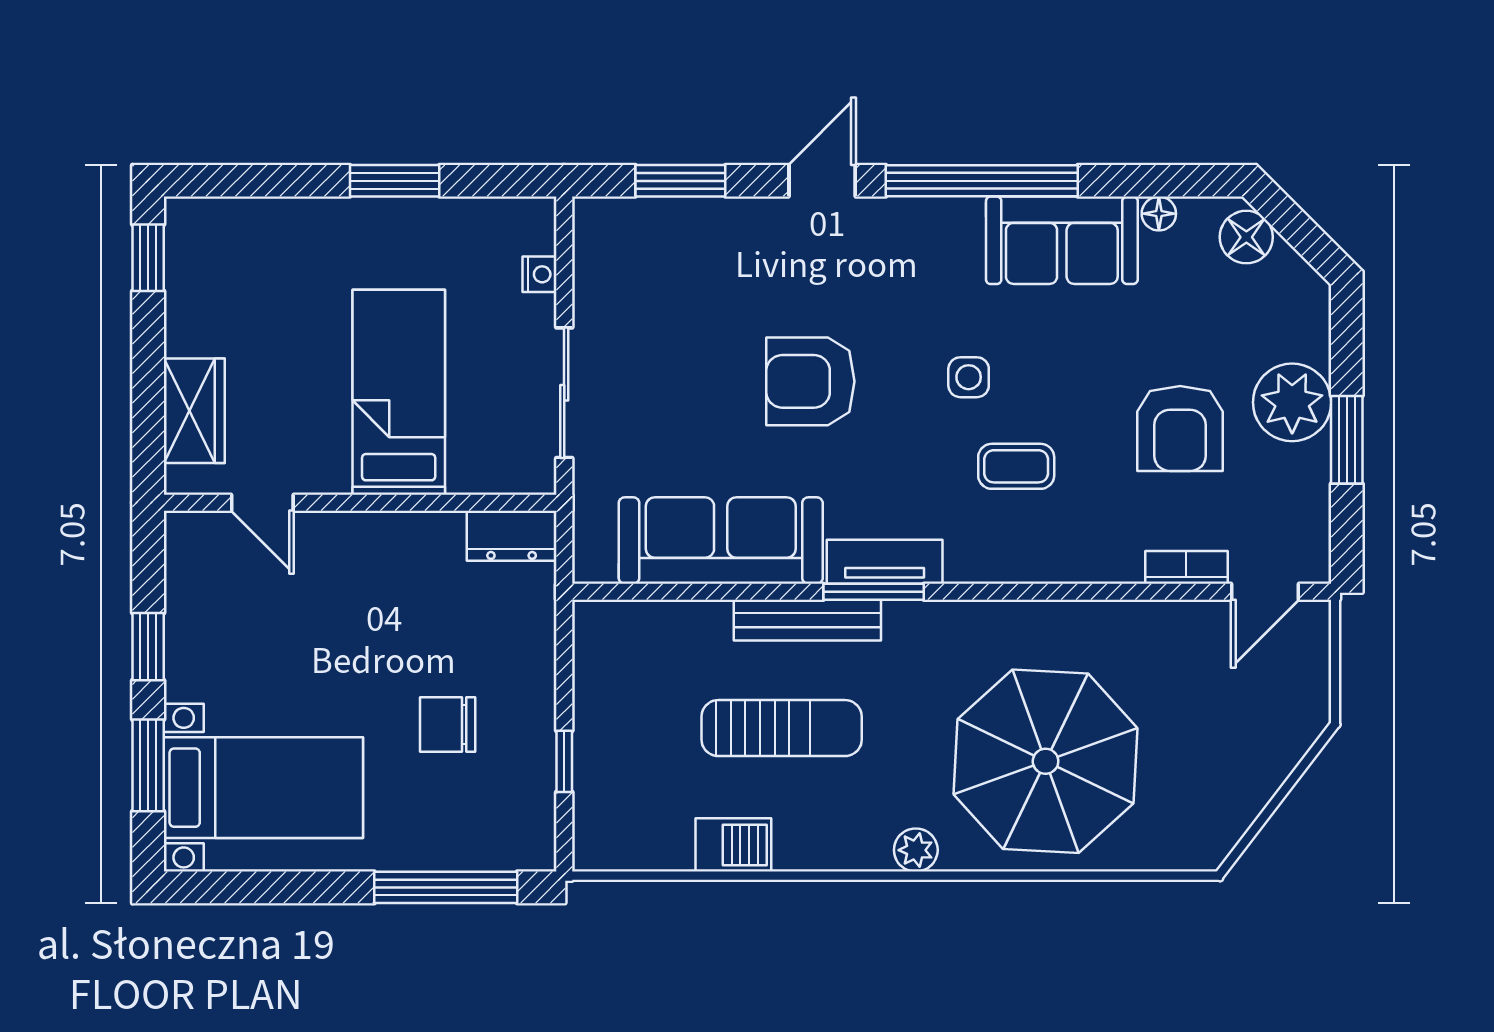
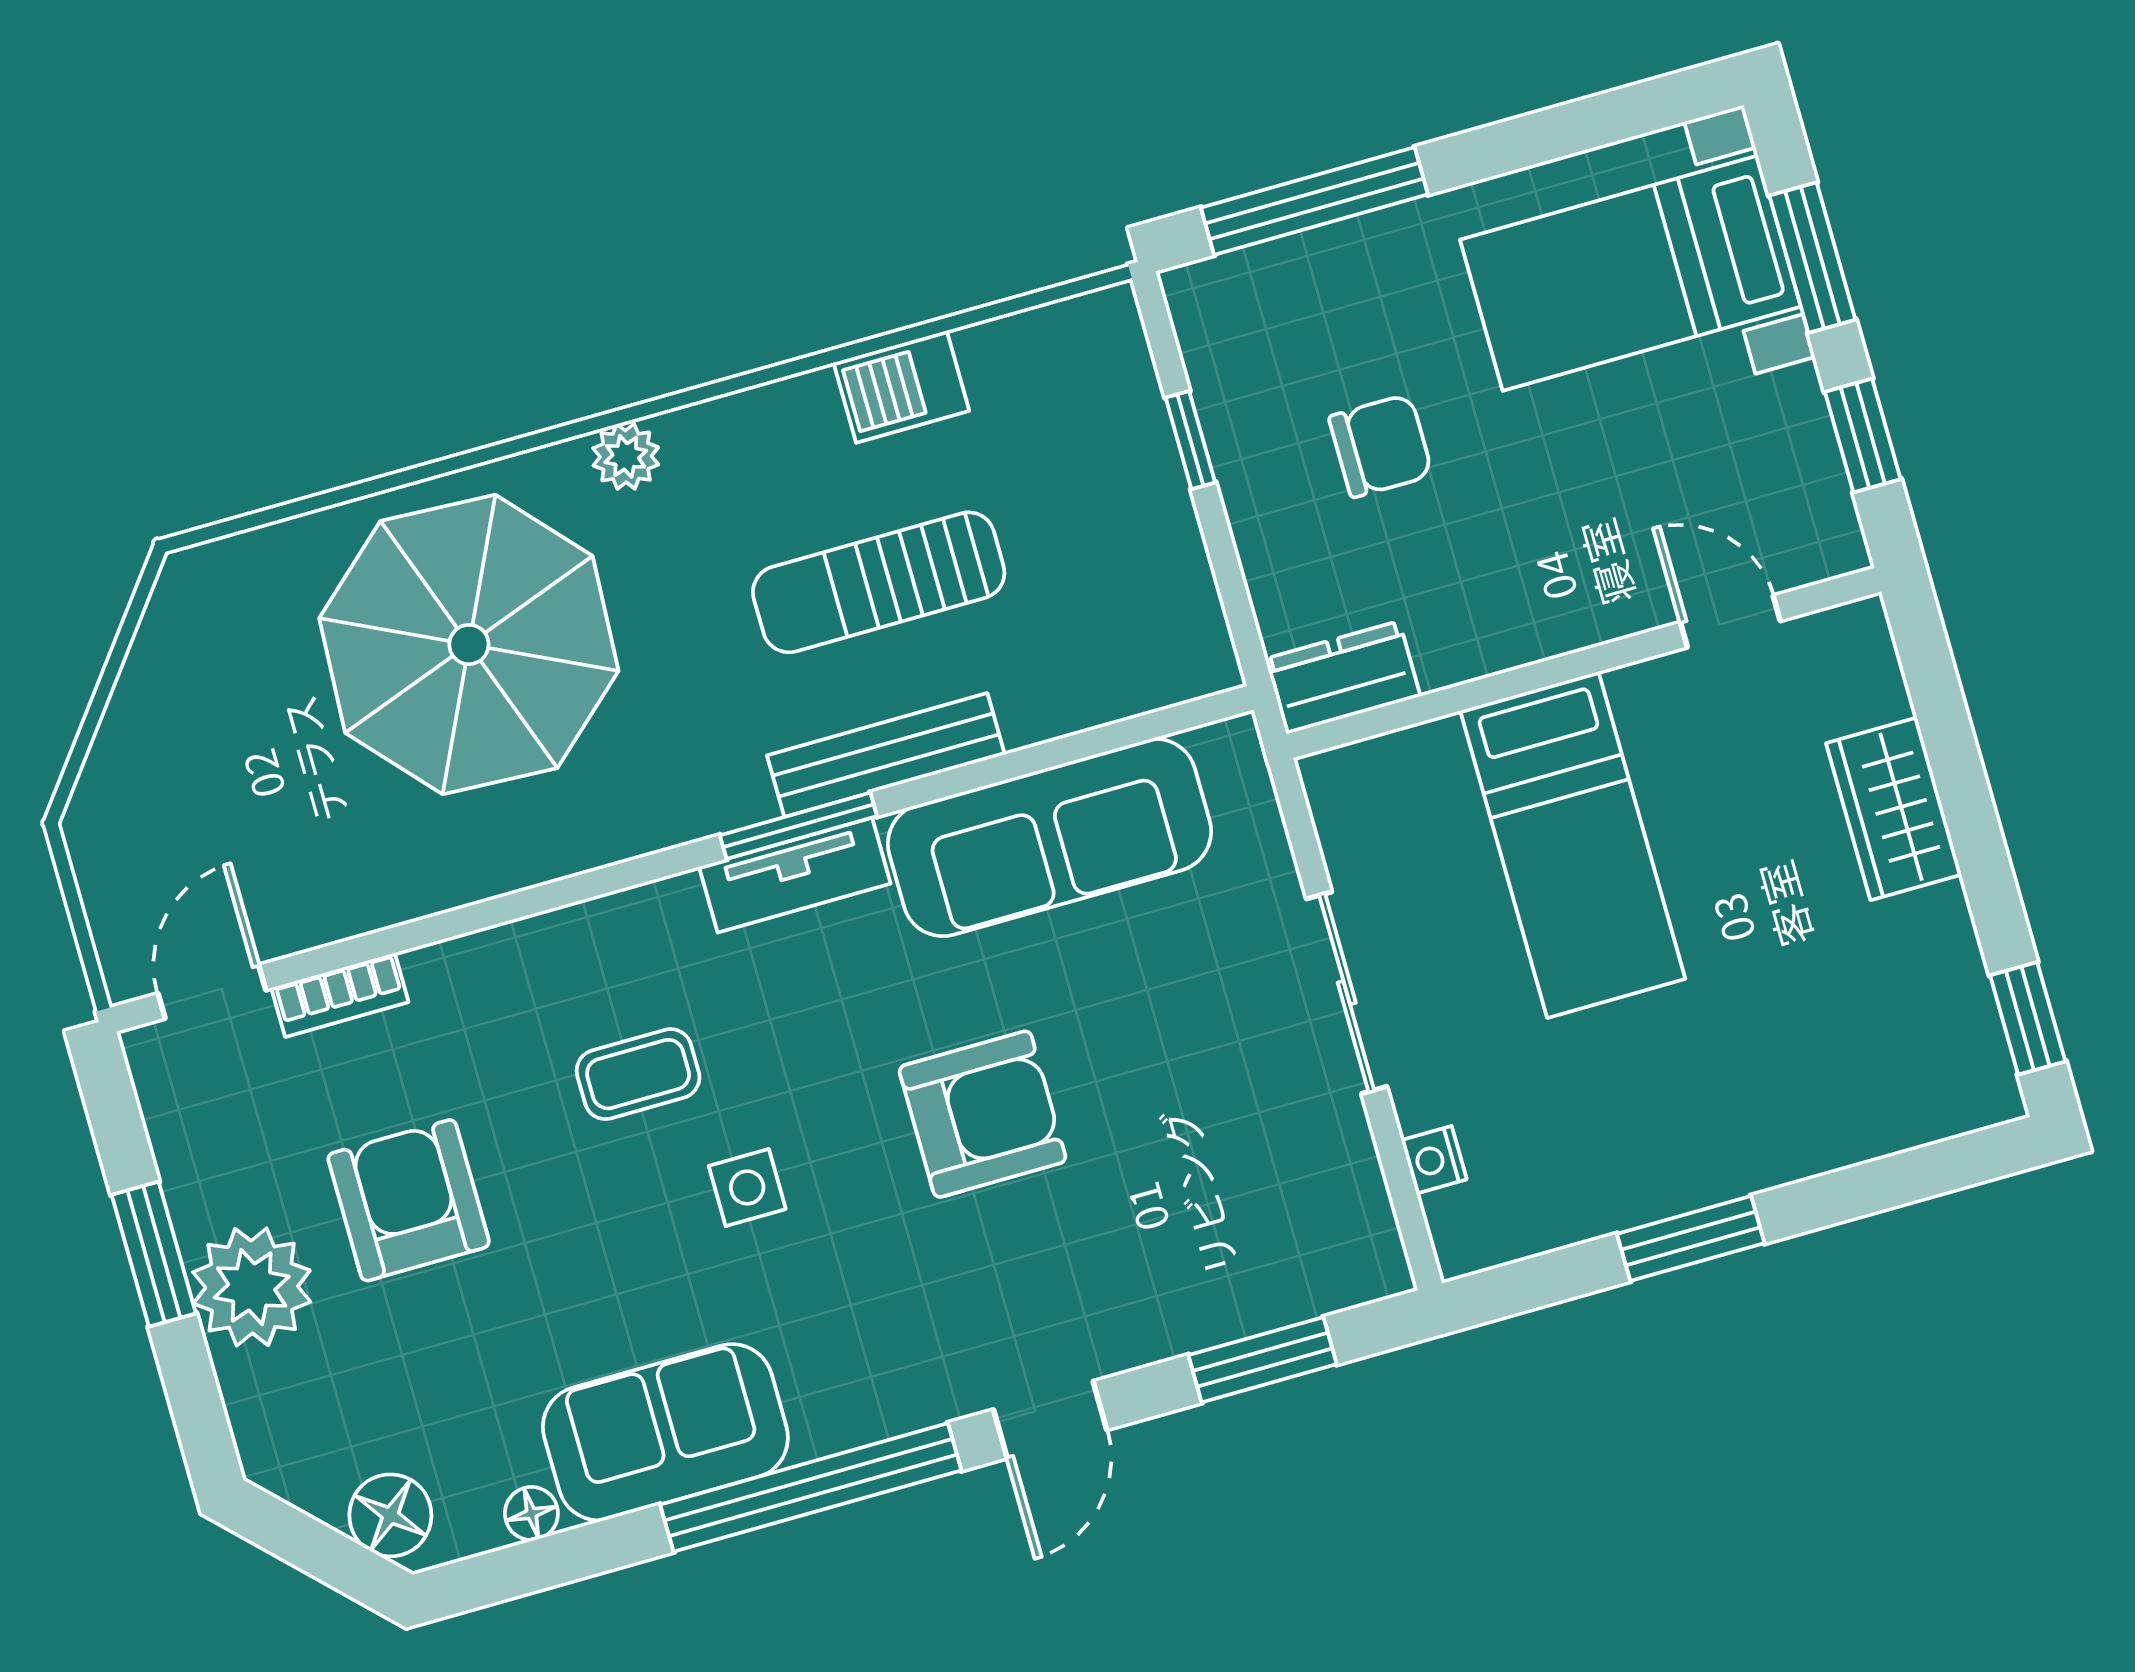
bed: (399, 392) -> (1573, 845), moved
door: (262, 503) -> (1730, 621), moved
wall: (360, 503) -> (1584, 663), moved
dresser: (512, 536) -> (1343, 678), moved

